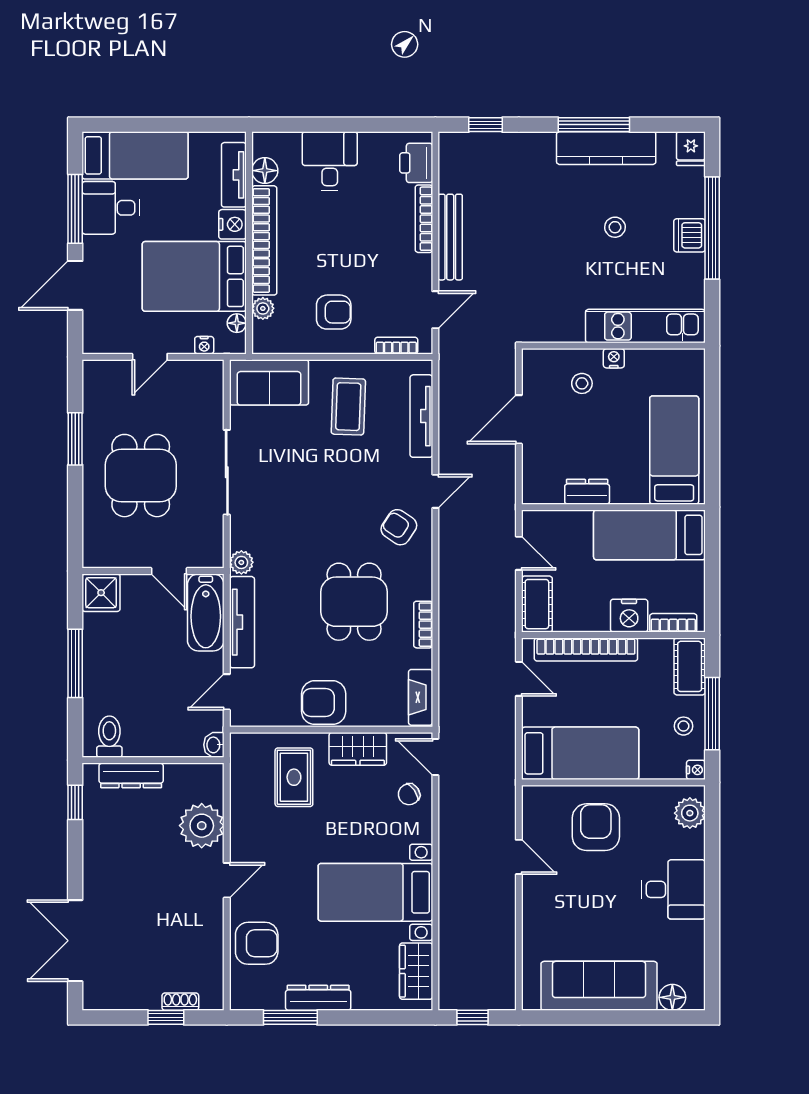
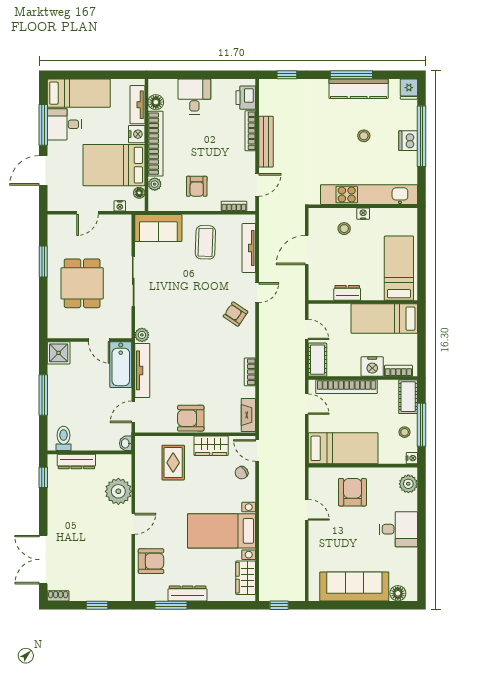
armchair: (334, 312) -> (197, 186), turned 90
kitchen unit: (645, 326) -> (369, 195), width x1.36
dining table: (354, 602) -> (209, 358), removed
shoe rack: (180, 1002) -> (58, 596), moved

